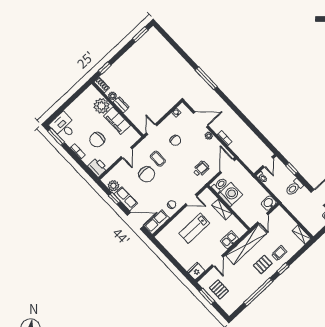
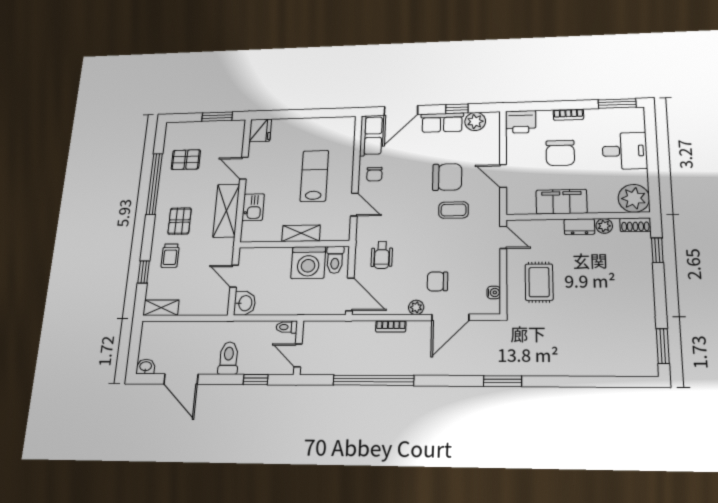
window: (206, 78) -> (502, 381), width x0.69
rug: (157, 100) -> (539, 282), added
plant: (102, 106) -> (634, 198), moved
window: (250, 125) -> (373, 380), added
desk: (64, 126) -> (625, 151), moved
chair: (97, 140) -> (560, 153), turned 180
chair: (175, 140) -> (437, 281), moved
chair: (147, 174) -> (447, 177), turned 180
door: (191, 200) -> (354, 205), swing flipped
shelving: (246, 245) -> (226, 211), width x0.68
window: (283, 269) -> (144, 272), moved
pallet: (219, 289) -> (186, 160), moved

